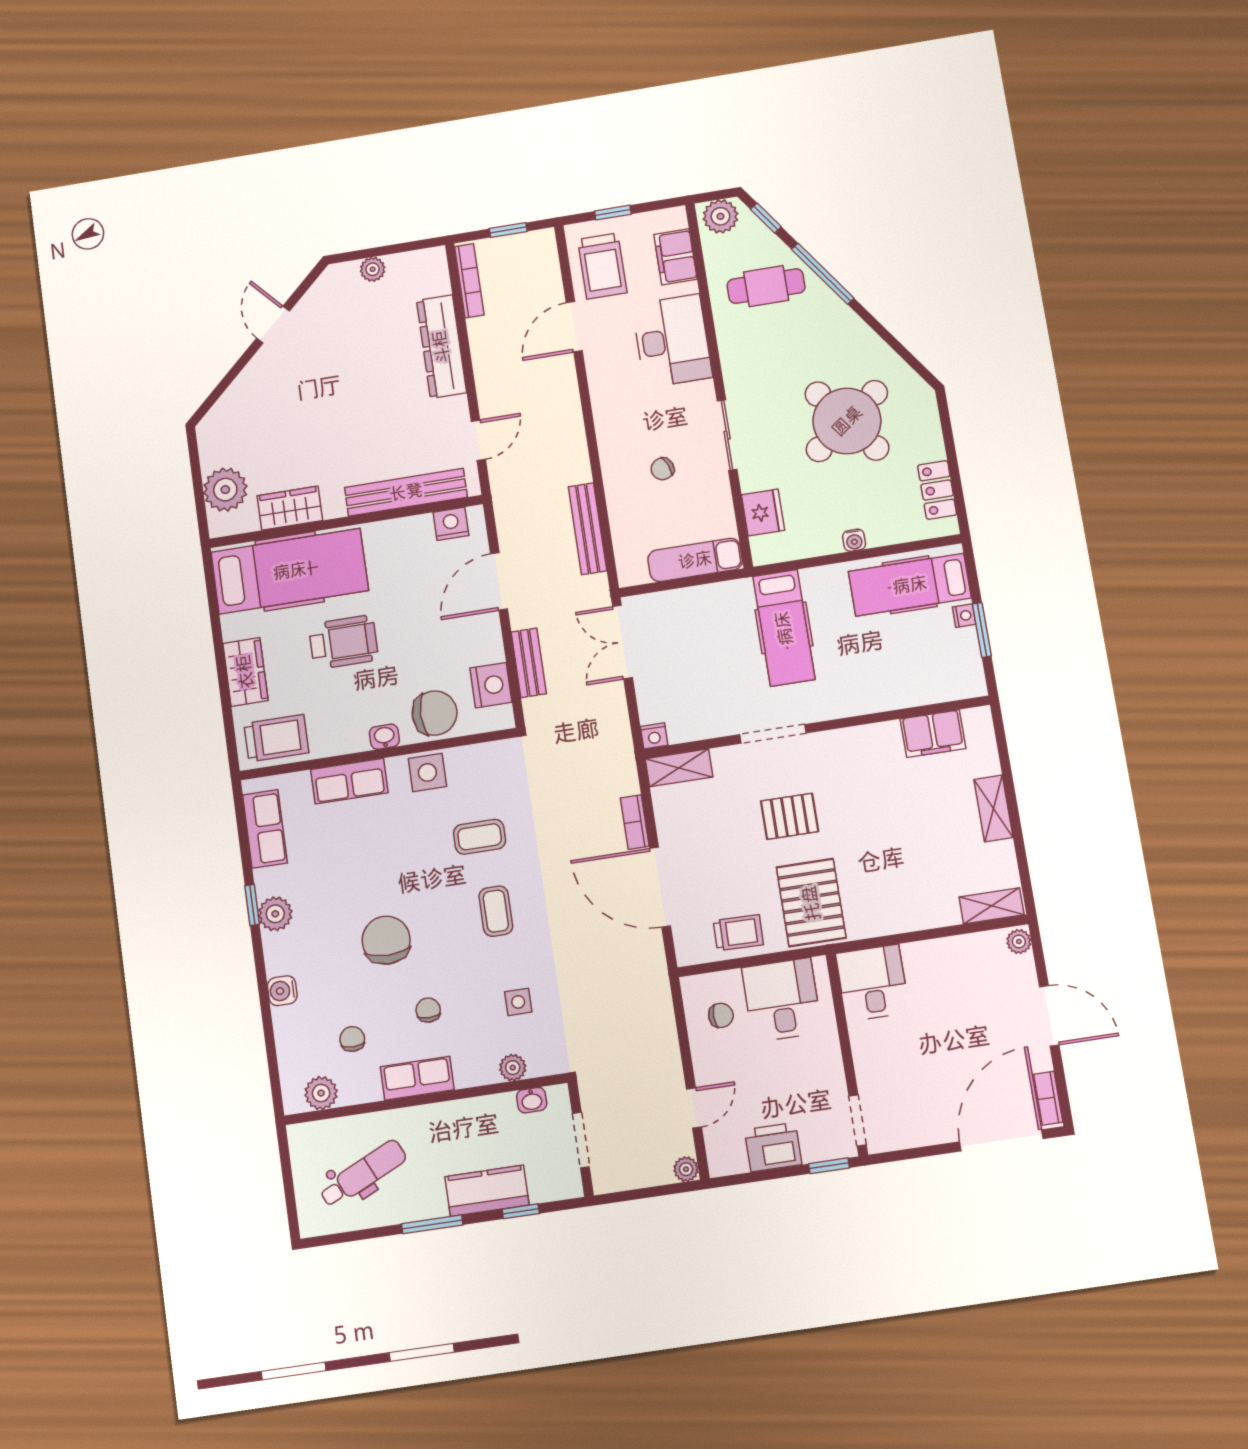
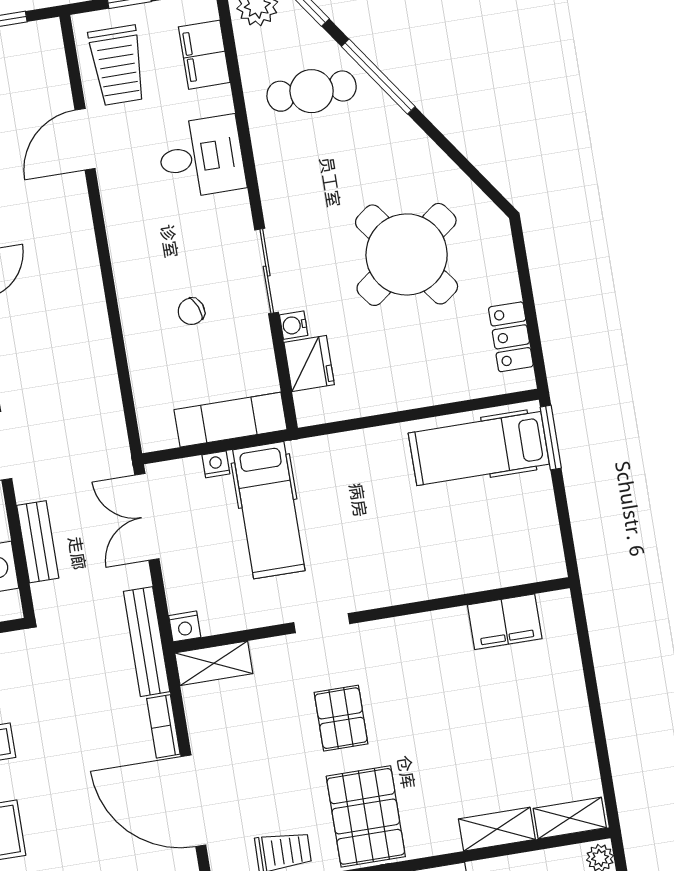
desk: (672, 341) -> (201, 157), width x0.73
bench: (588, 529) -> (147, 642), moved
water cooler: (854, 540) -> (294, 325), moved, turned 90
nightstand: (964, 616) -> (216, 464), moved, turned -90
hospital bed: (784, 628) -> (269, 510), moved
window: (982, 630) -> (551, 438), moved
doorway: (773, 734) -> (322, 623), width x0.73
shelving: (993, 808) -> (497, 829), moved, turned 90
pallet: (790, 816) -> (341, 718), turned 90

